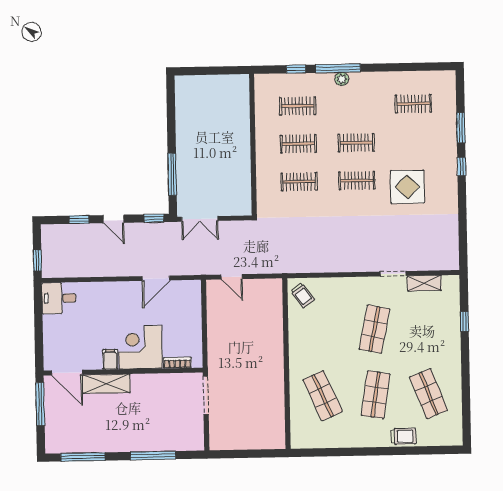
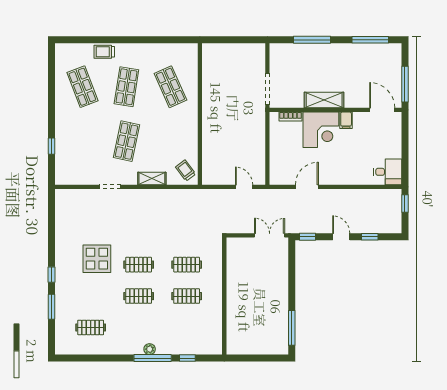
clothes rail: (298, 106) -> (187, 327), removed
window: (172, 174) -> (292, 328), moved
shelving: (424, 283) -> (152, 178), moved
shelving: (106, 384) -> (324, 100), moved

